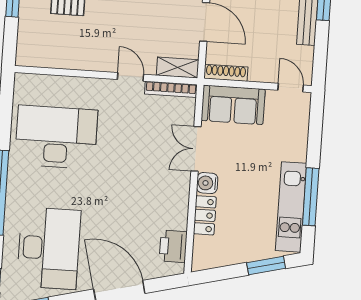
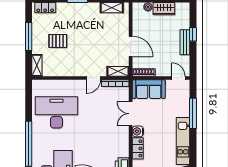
shelving: (25, 46) -> (37, 65), added
door: (130, 77) -> (93, 78), swing flipped
window: (311, 197) -> (193, 113), moved

